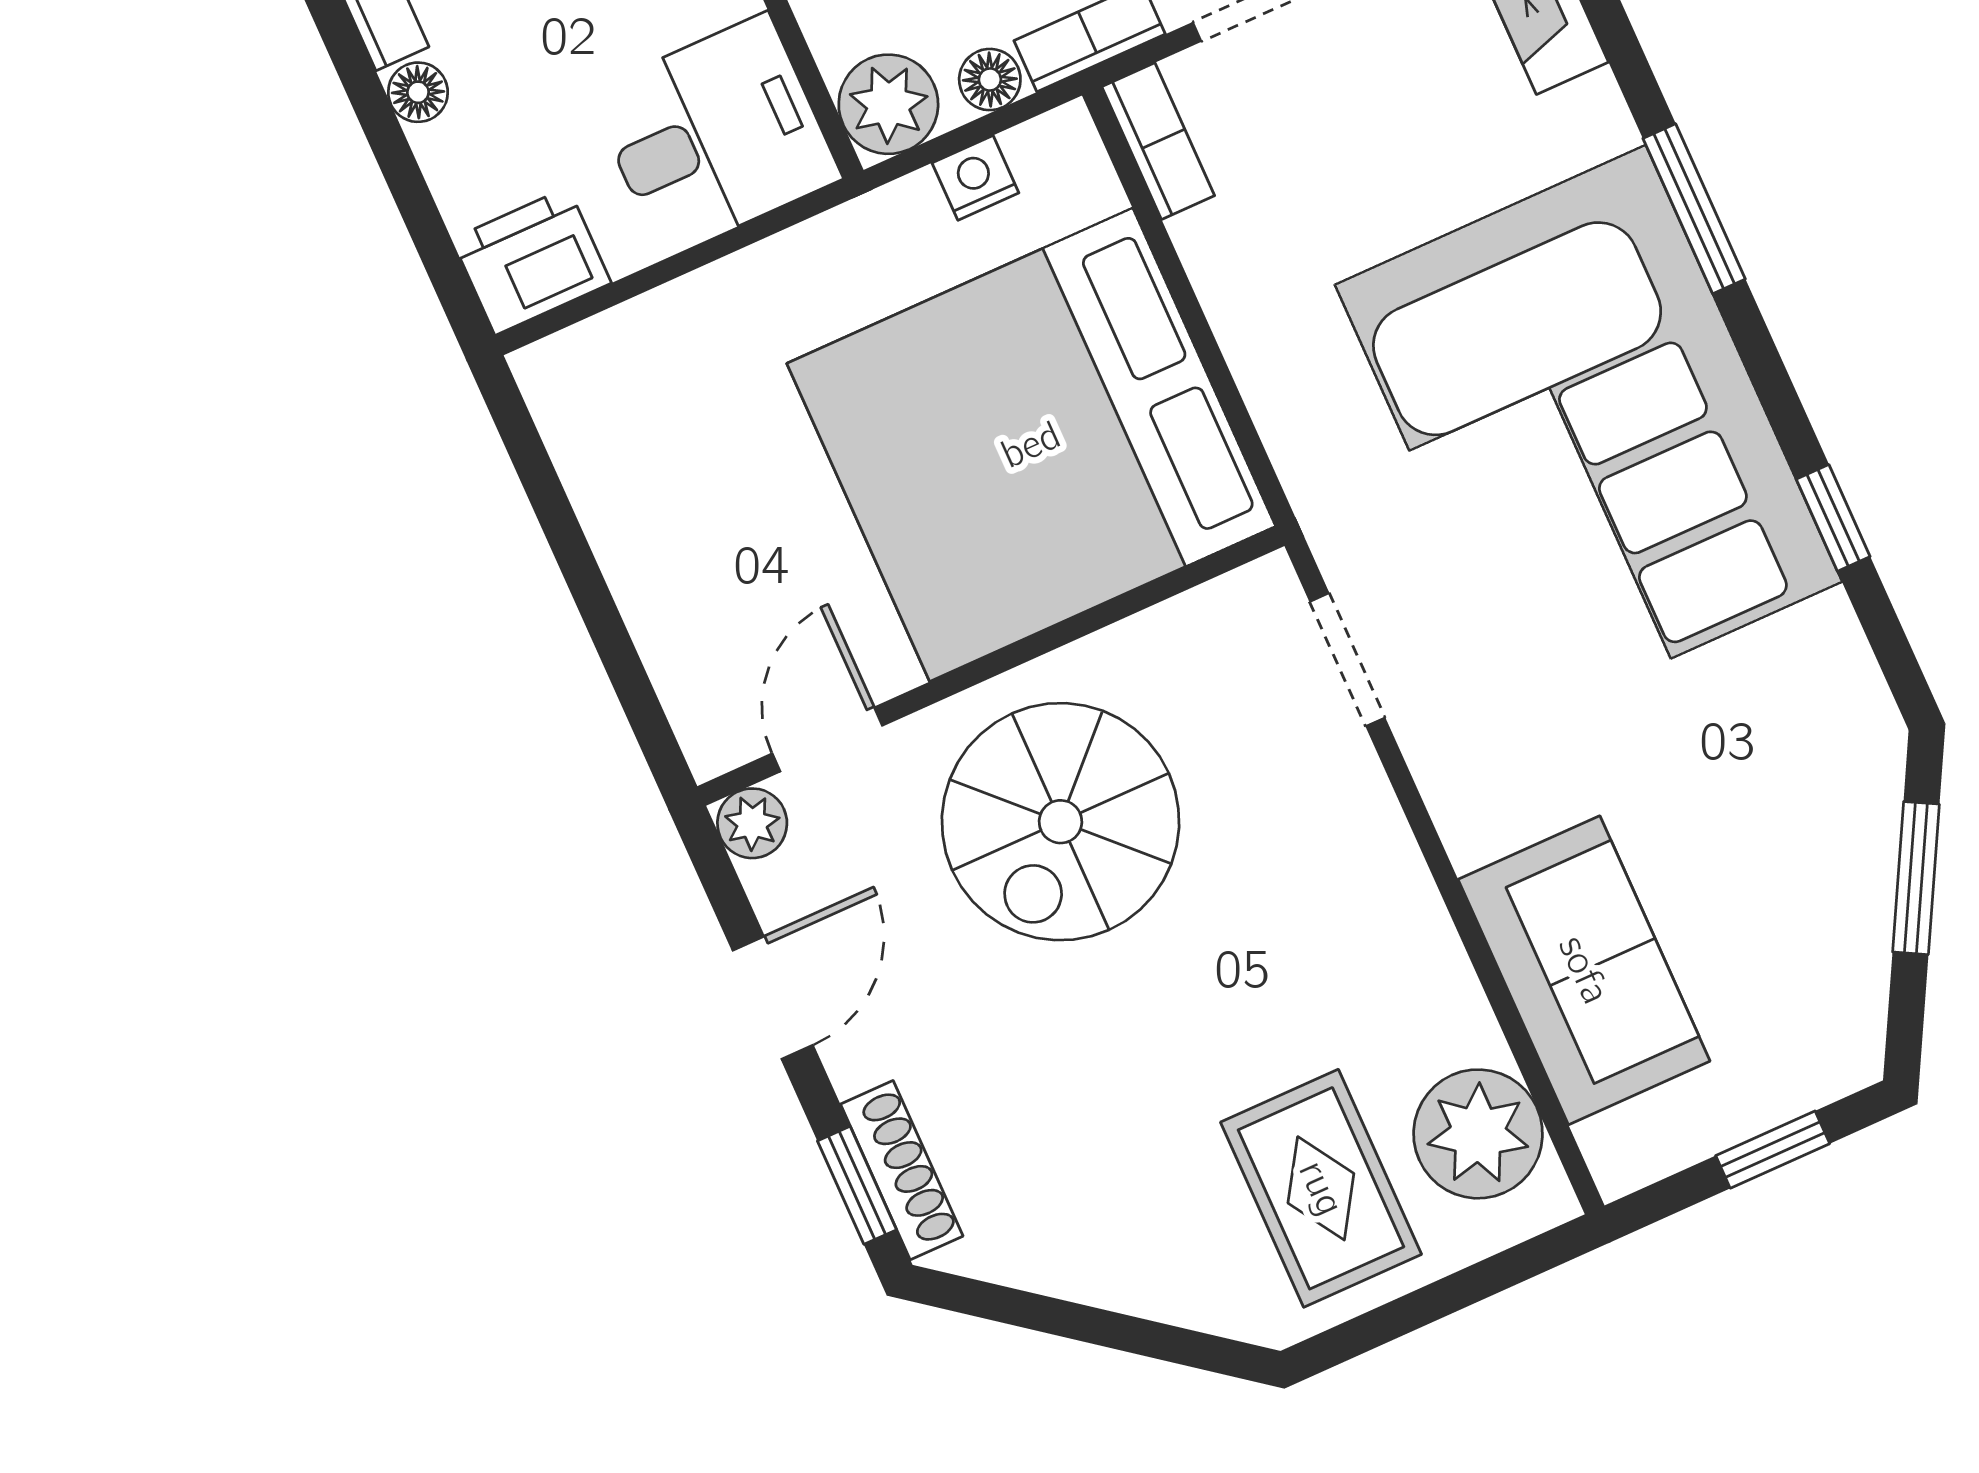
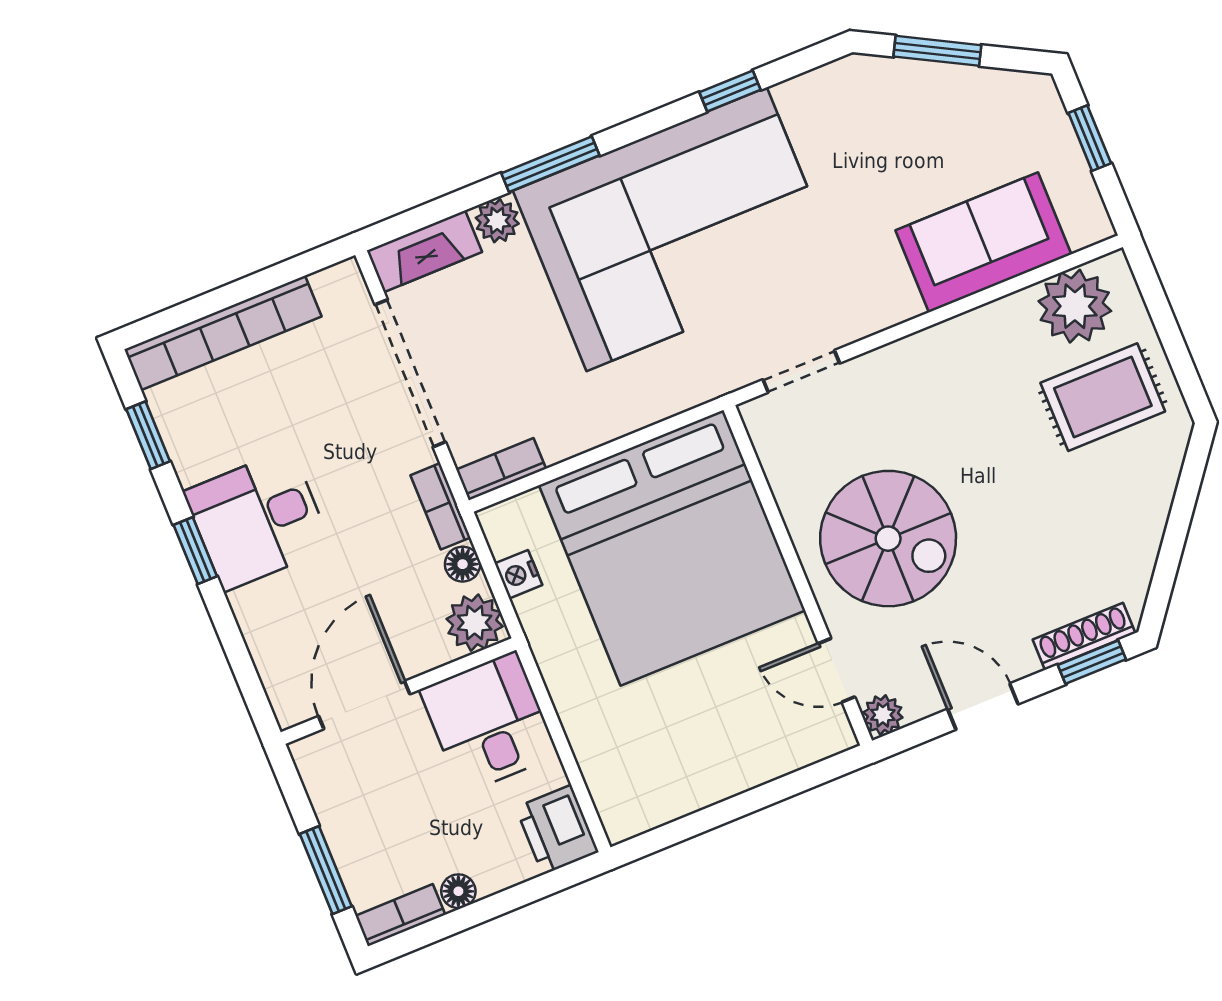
plant: (1592, 119) -> (497, 221), added

